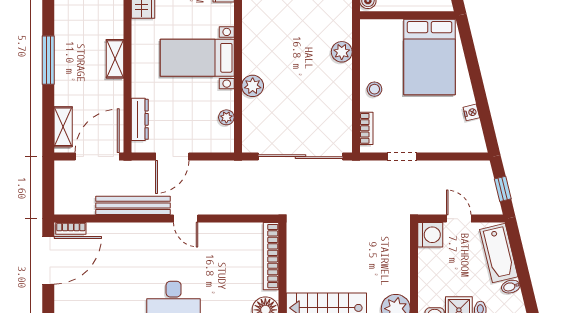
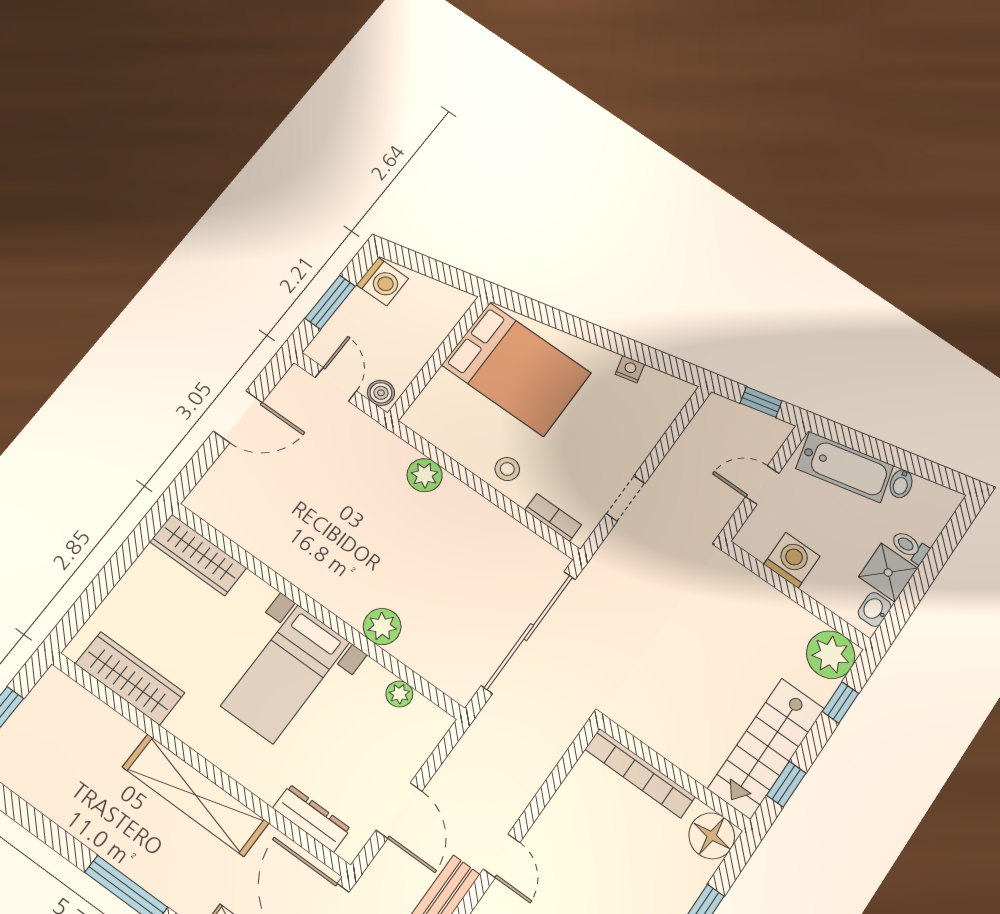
shelving: (115, 59) -> (195, 795), width x2.20, depth x1.33
door: (186, 219) -> (502, 856), hinge flipped
washing machine: (430, 235) -> (792, 560), moved

